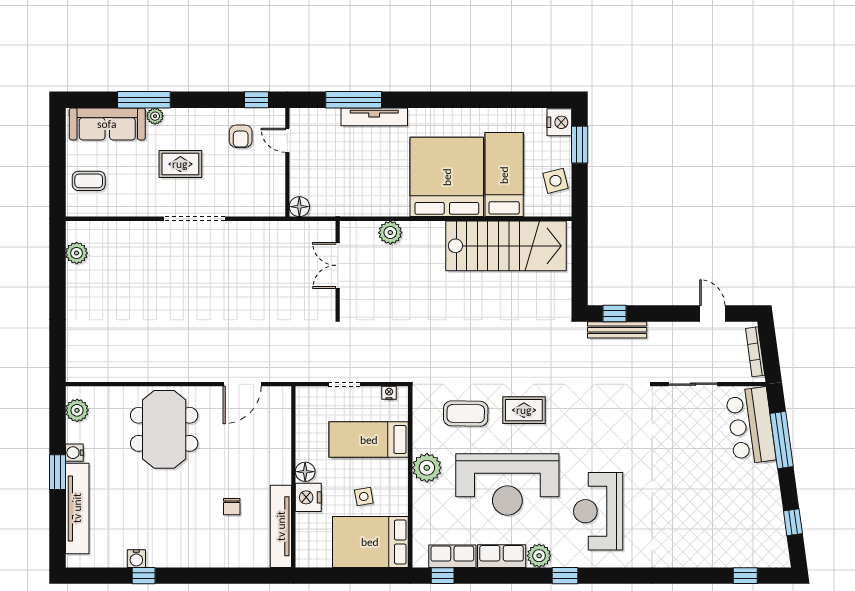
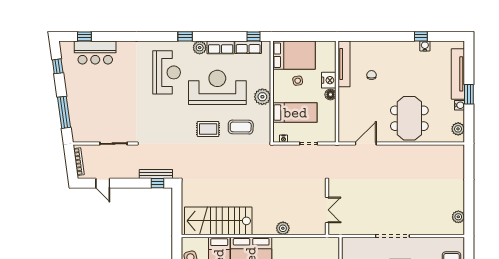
floor lamp: (299, 207) -> (334, 243), removed
double door: (338, 265) -> (327, 210), moved
wall: (338, 269) -> (327, 208), moved
bar counter: (751, 426) -> (95, 53), moved, turned 98

